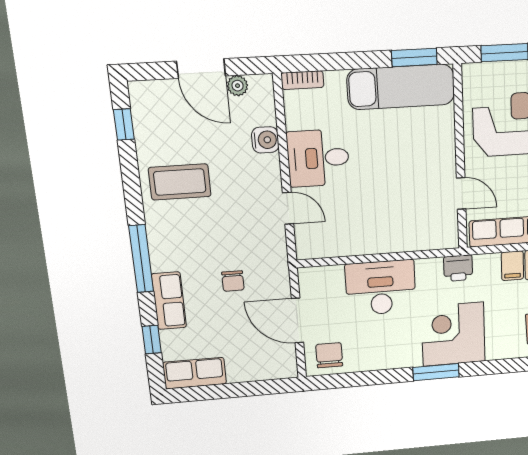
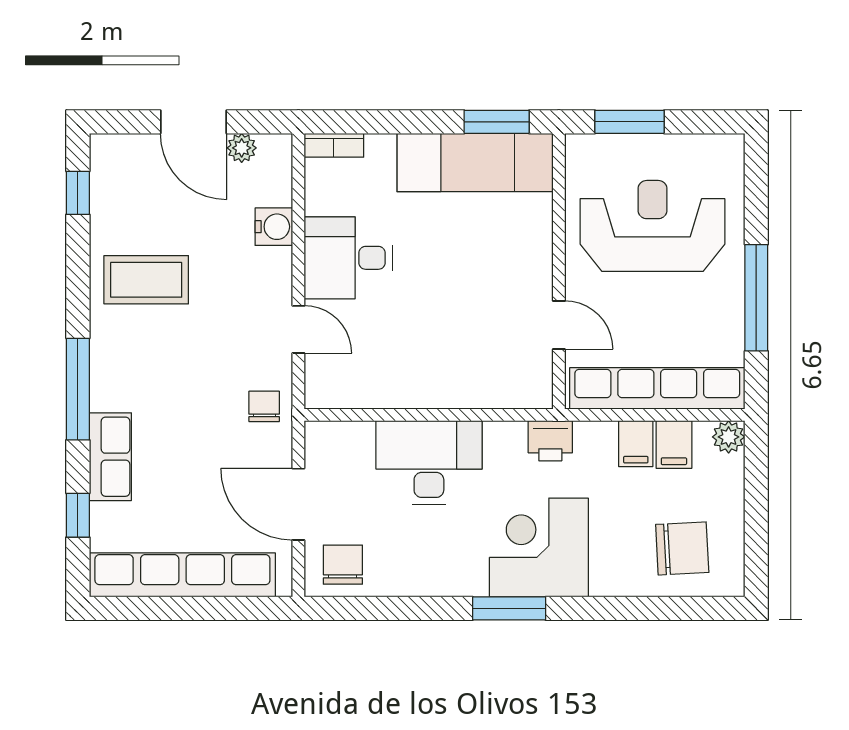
chair: (233, 281) -> (264, 406), moved, turned 180
row of seats: (195, 373) -> (182, 575), width x2.02

